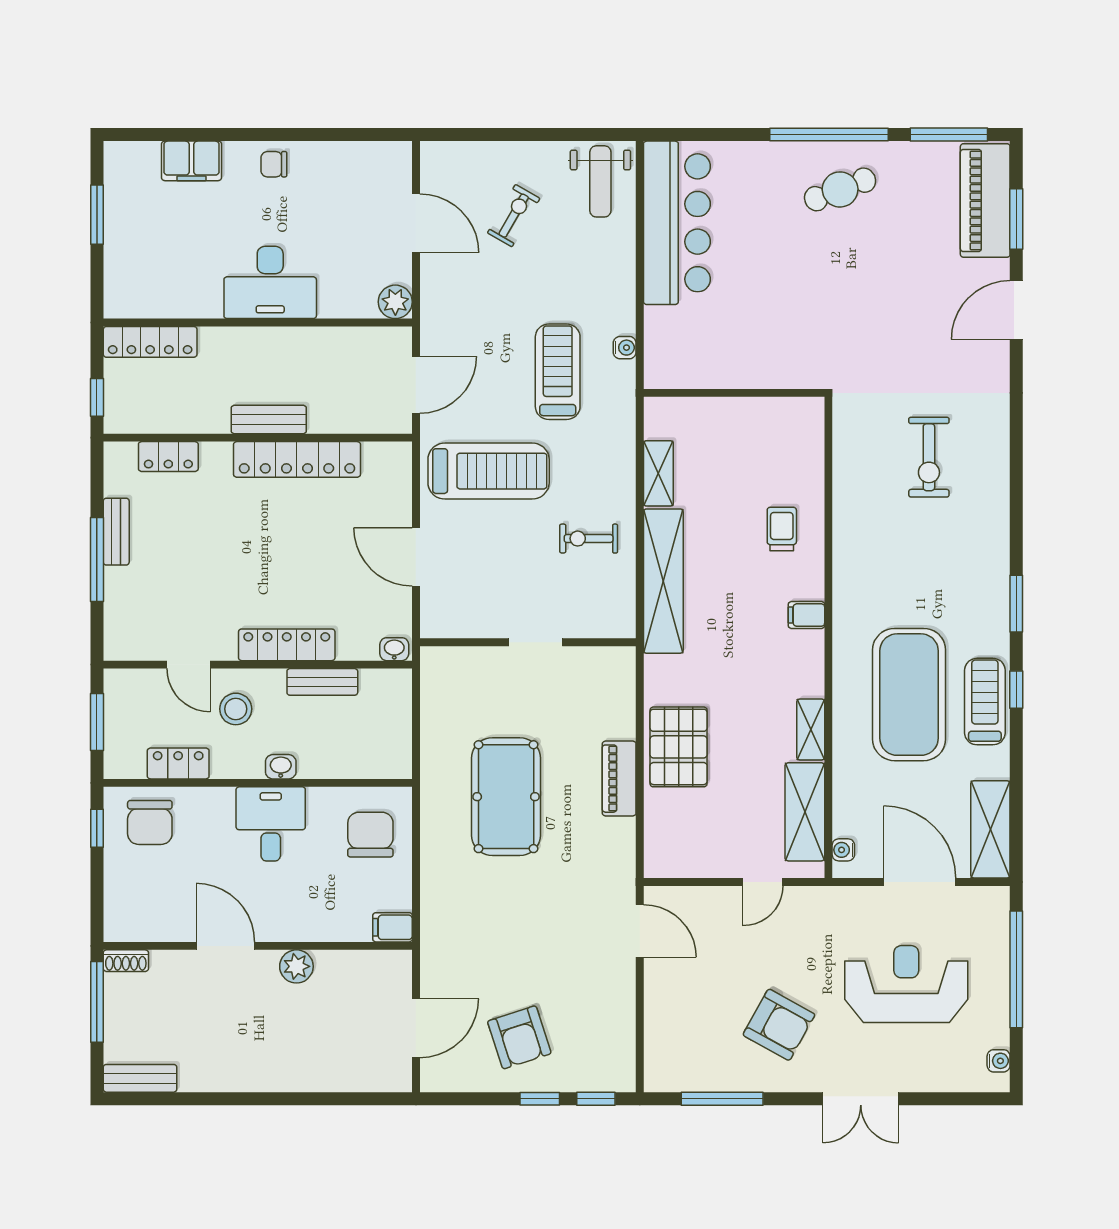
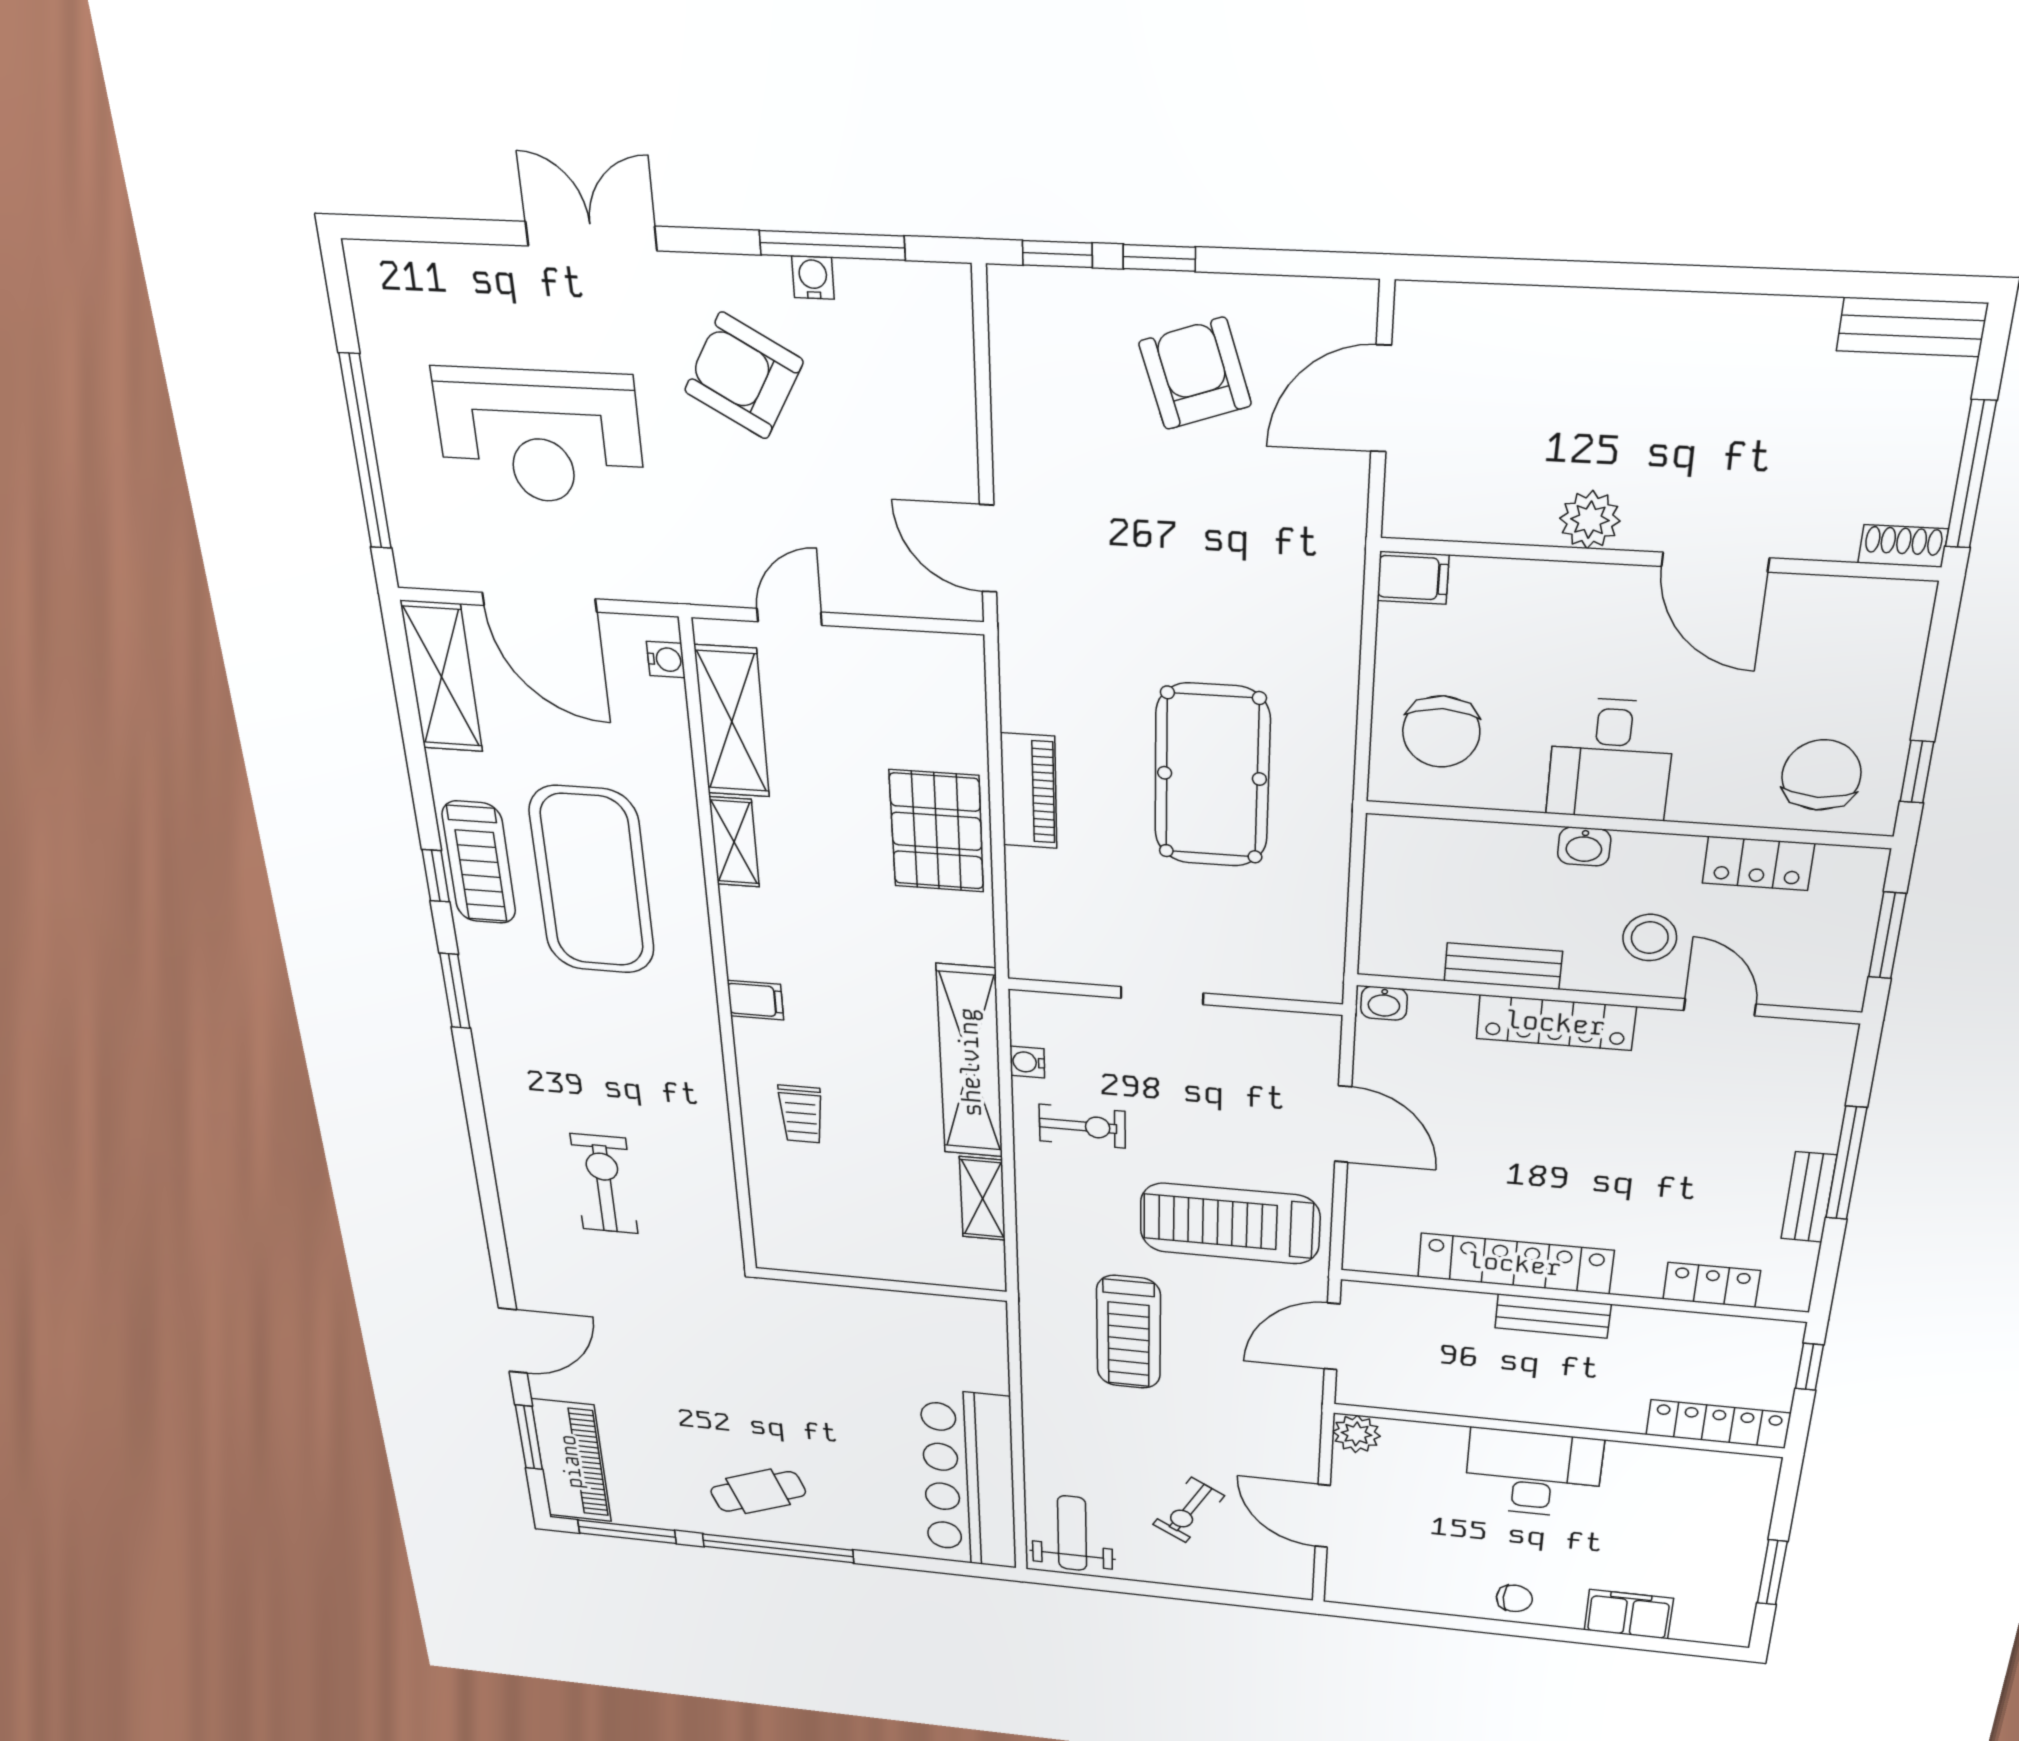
water cooler: (625, 348) -> (1027, 1062), moved
water cooler: (999, 1061) -> (813, 278), moved, turned 90

